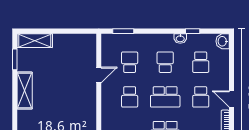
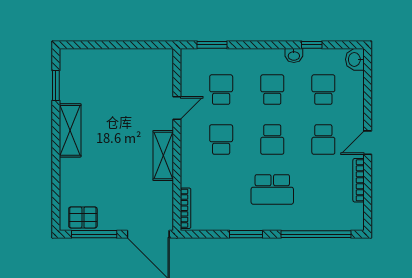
shelving: (35, 41) -> (163, 155), moved, turned 90
school desk: (201, 62) -> (323, 90), turned 180
school desk: (130, 97) -> (221, 140), turned 180
school desk: (165, 97) -> (272, 140), width x0.54
door: (232, 99) -> (368, 143), hinge flipped

